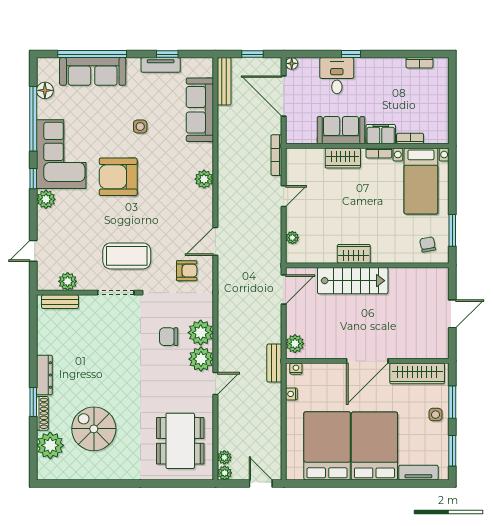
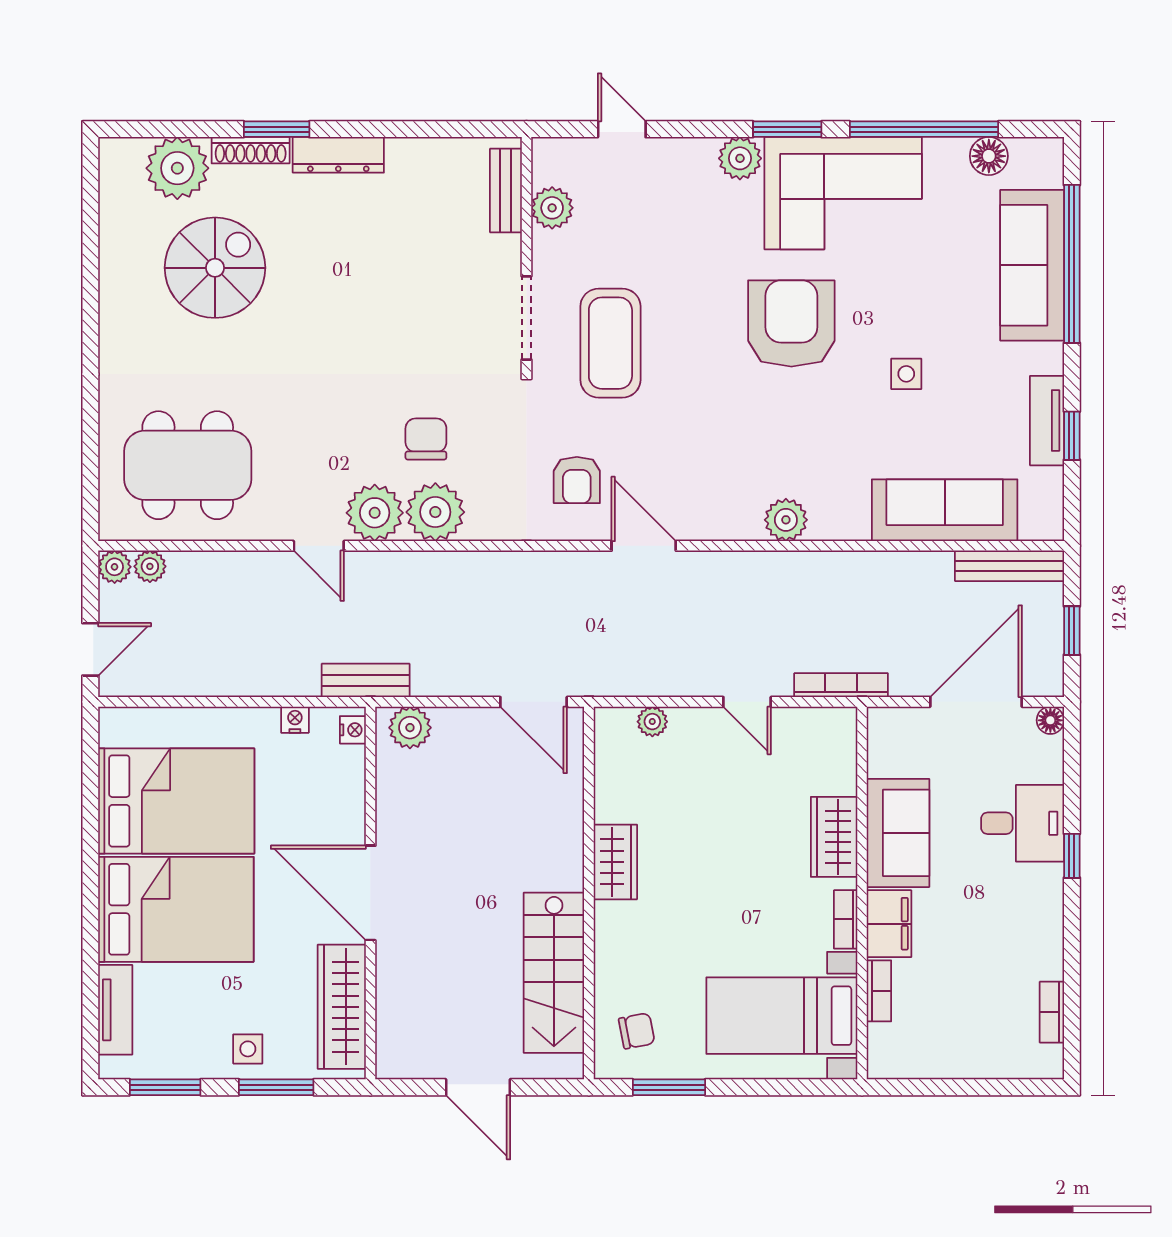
window: (33, 179) -> (787, 129), width x1.50
stairs: (353, 281) -> (554, 973), moved

